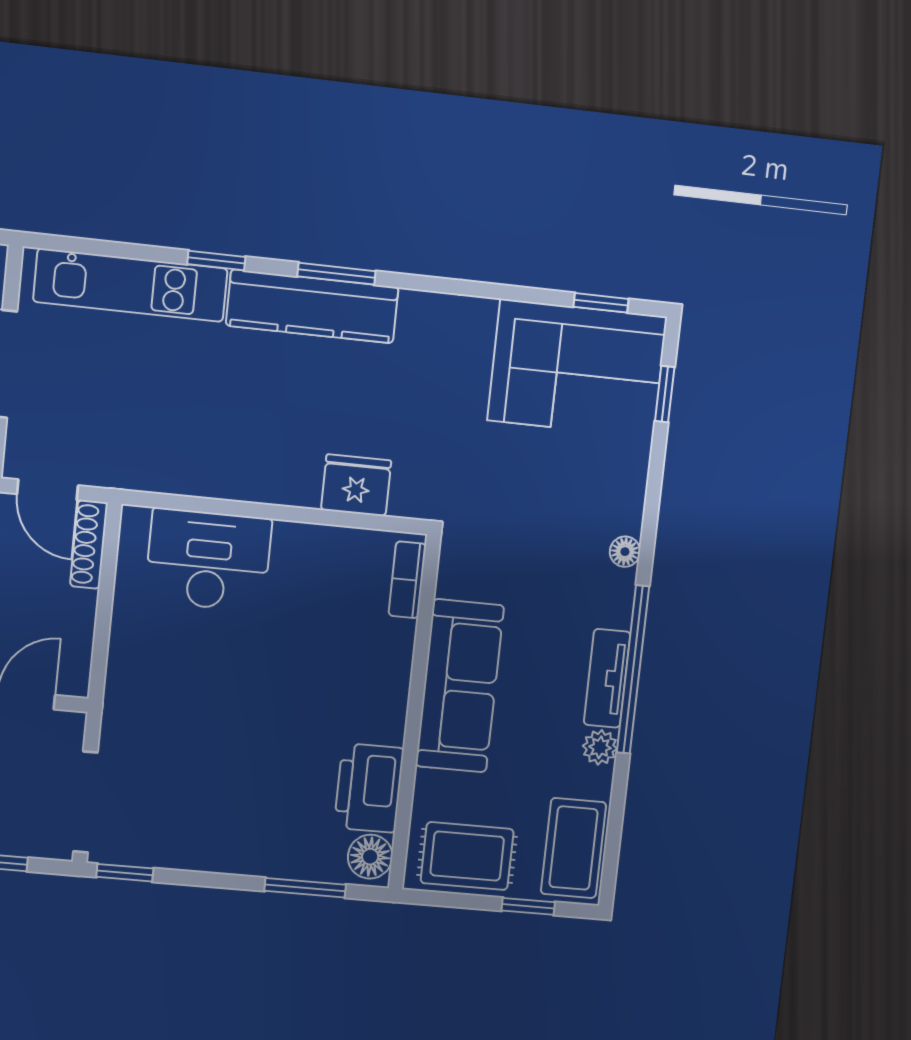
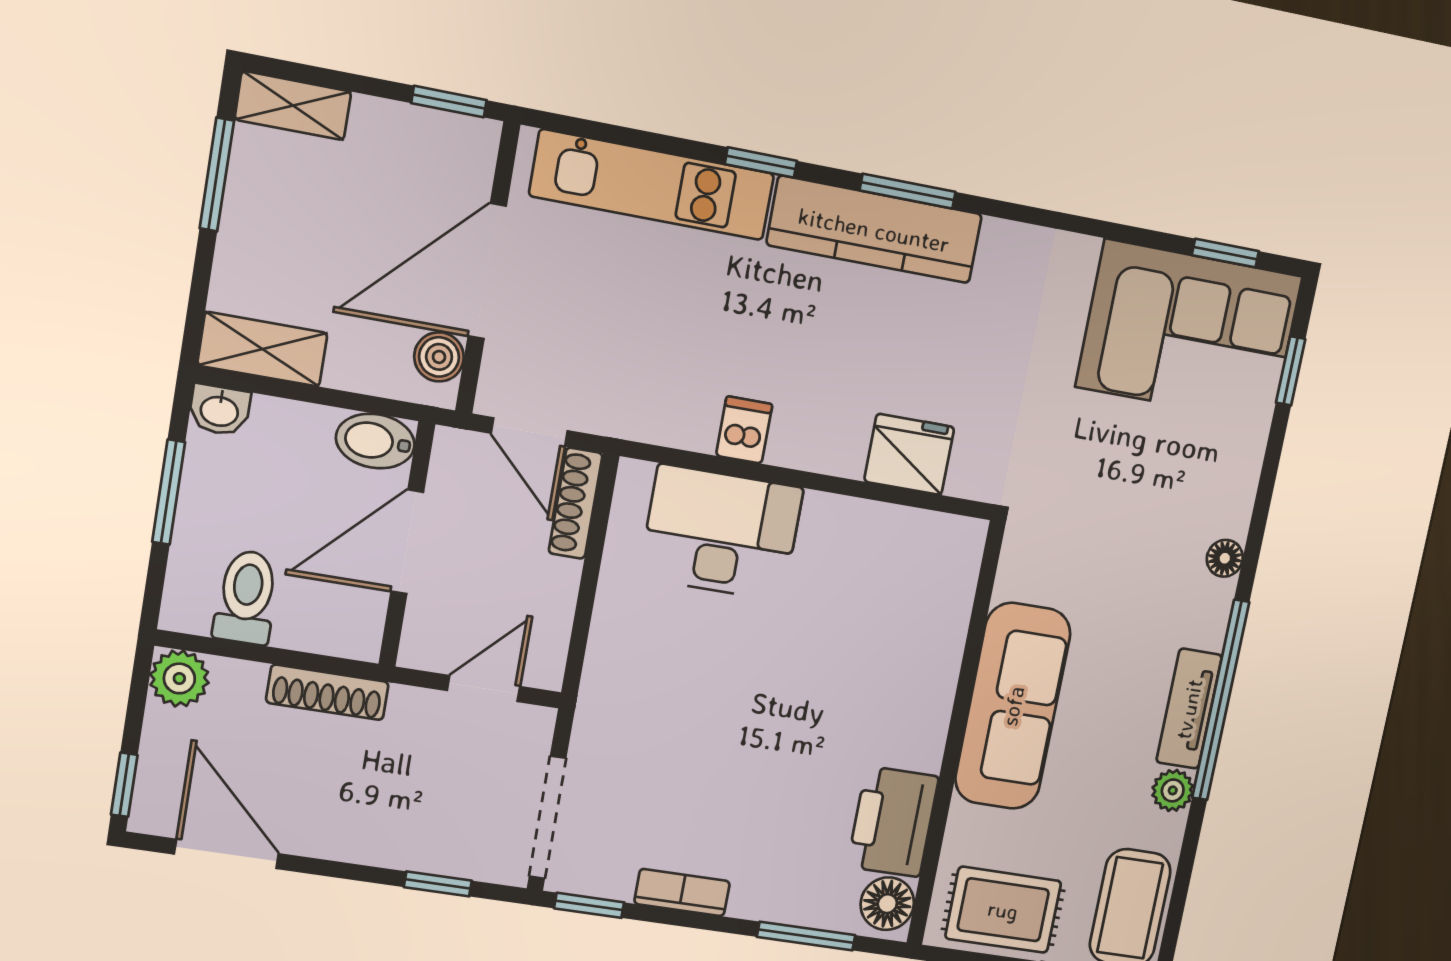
dishwasher: (220, 475) -> (744, 430), added
bookcase: (407, 580) -> (682, 892), moved, turned 90

